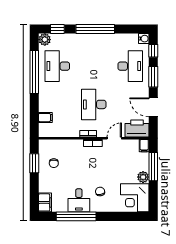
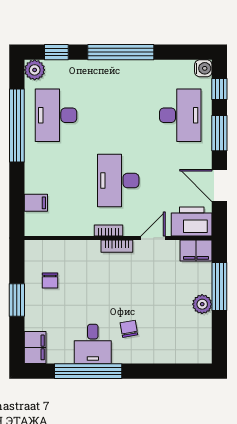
filing cabinet: (144, 146) -> (196, 250), width x2.00
window: (34, 163) -> (17, 300), moved
corner desk: (135, 198) -> (188, 340), removed

